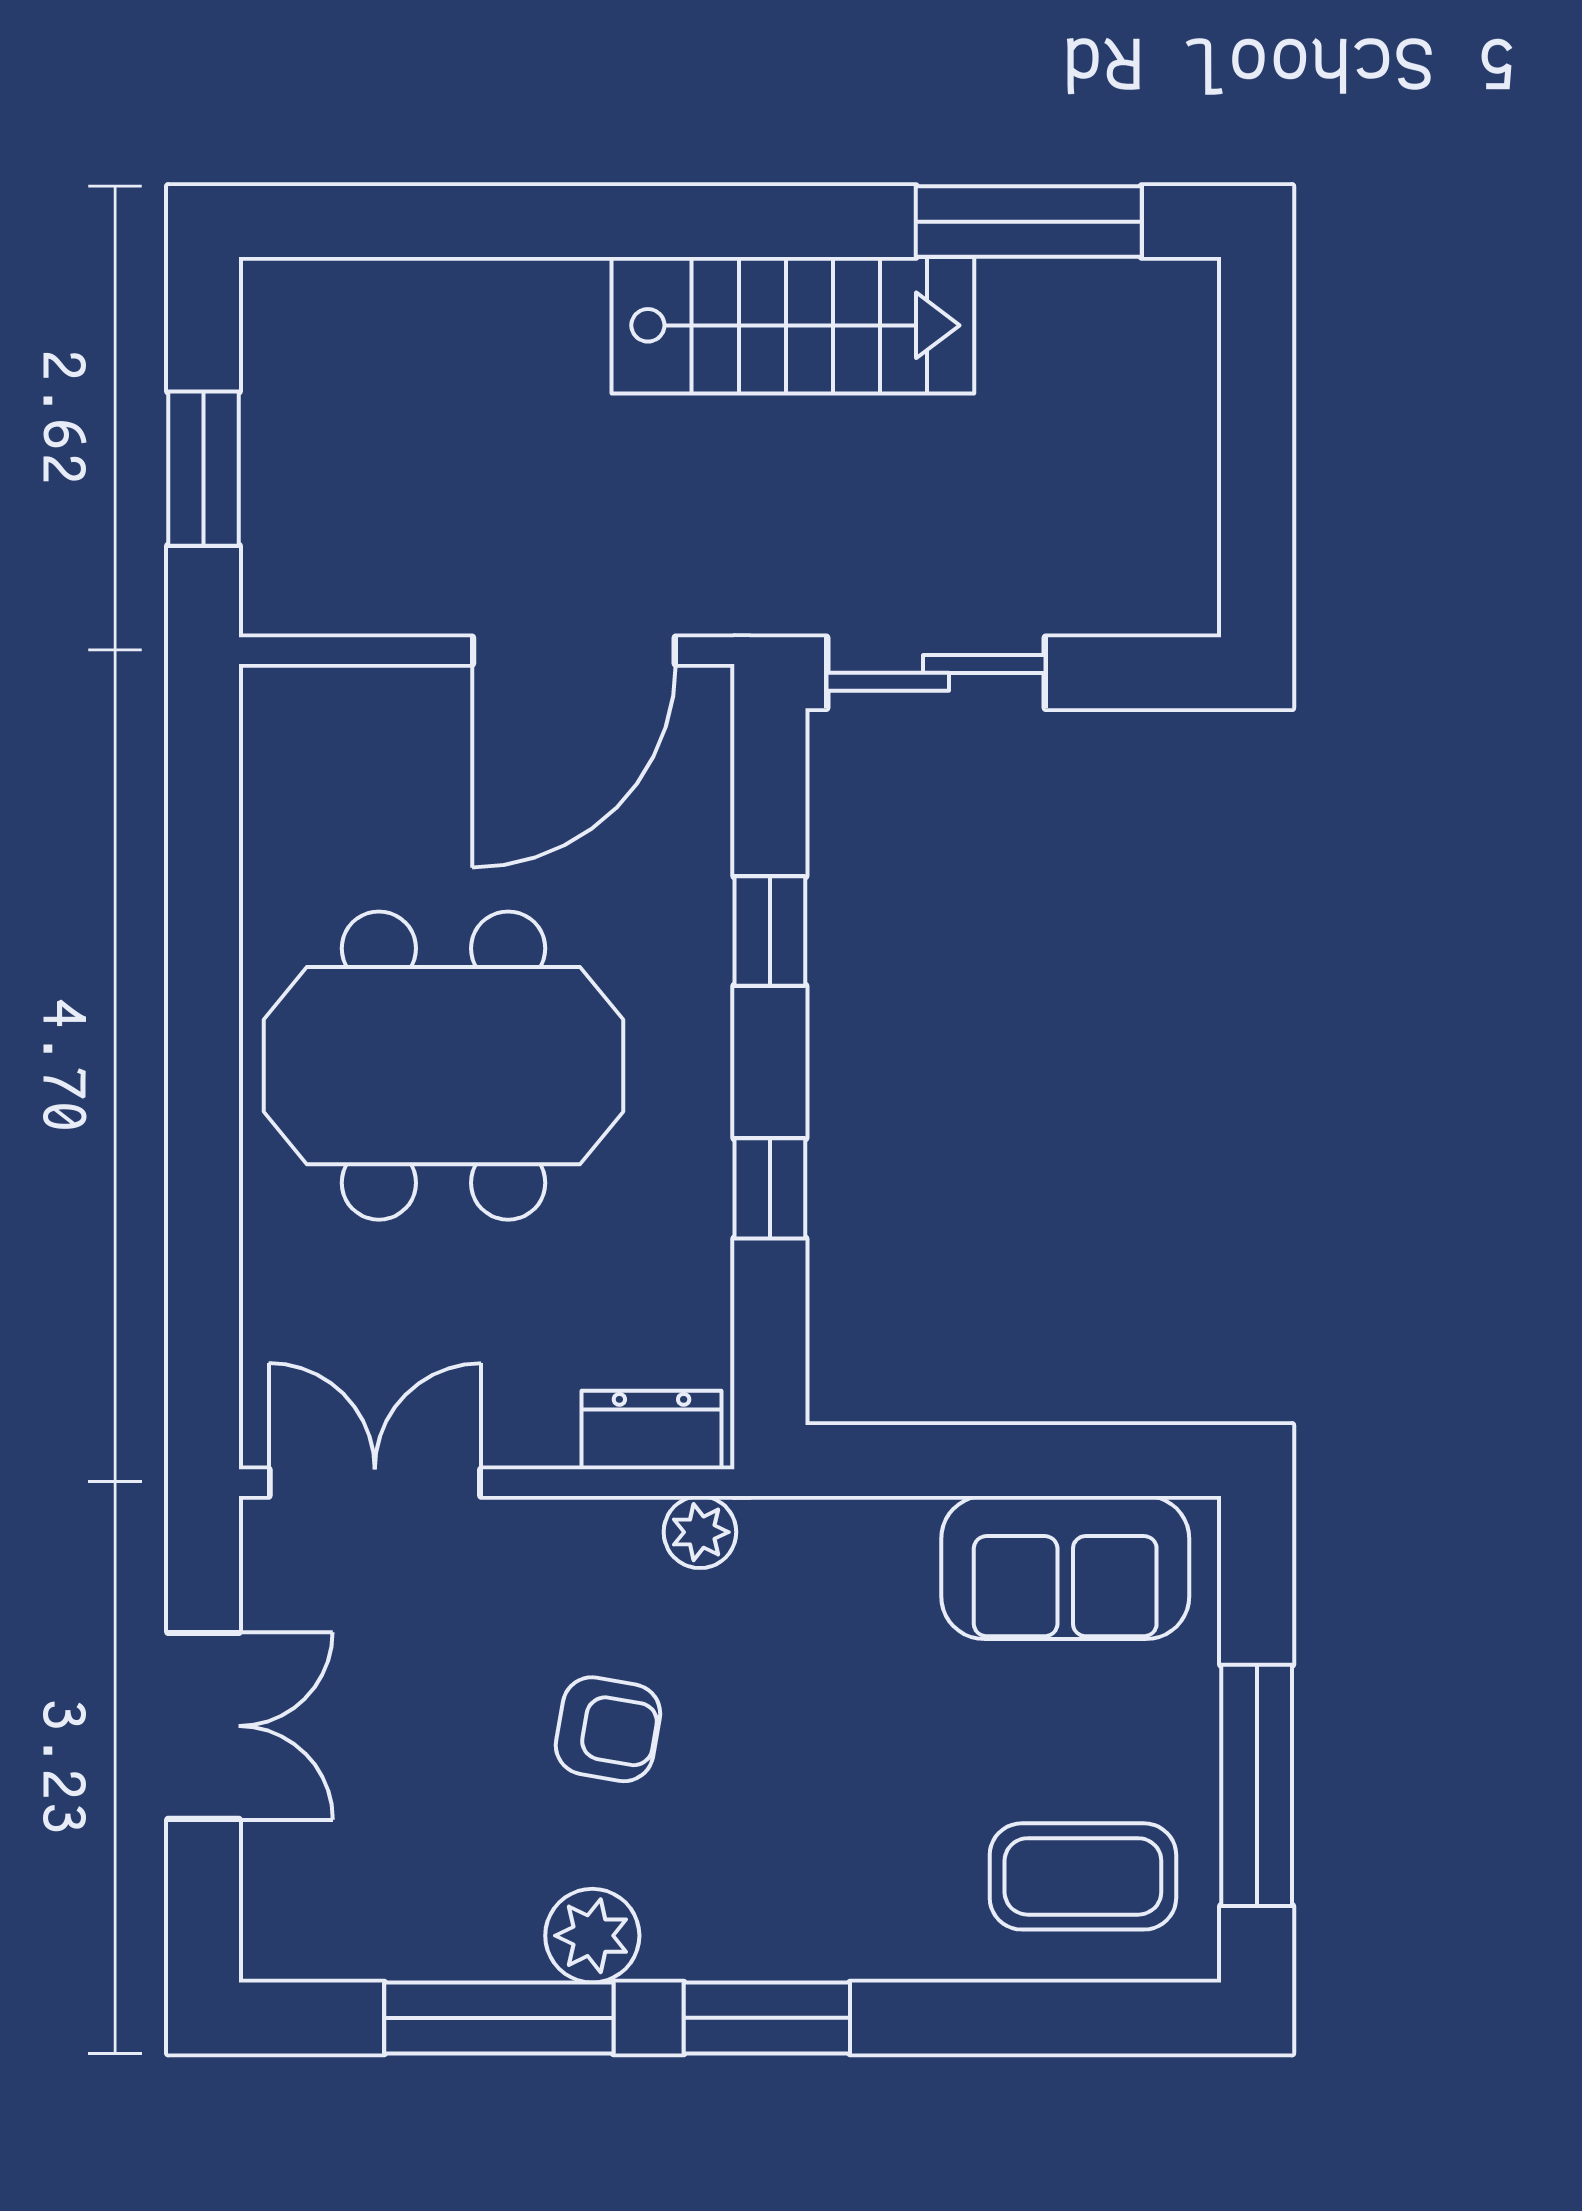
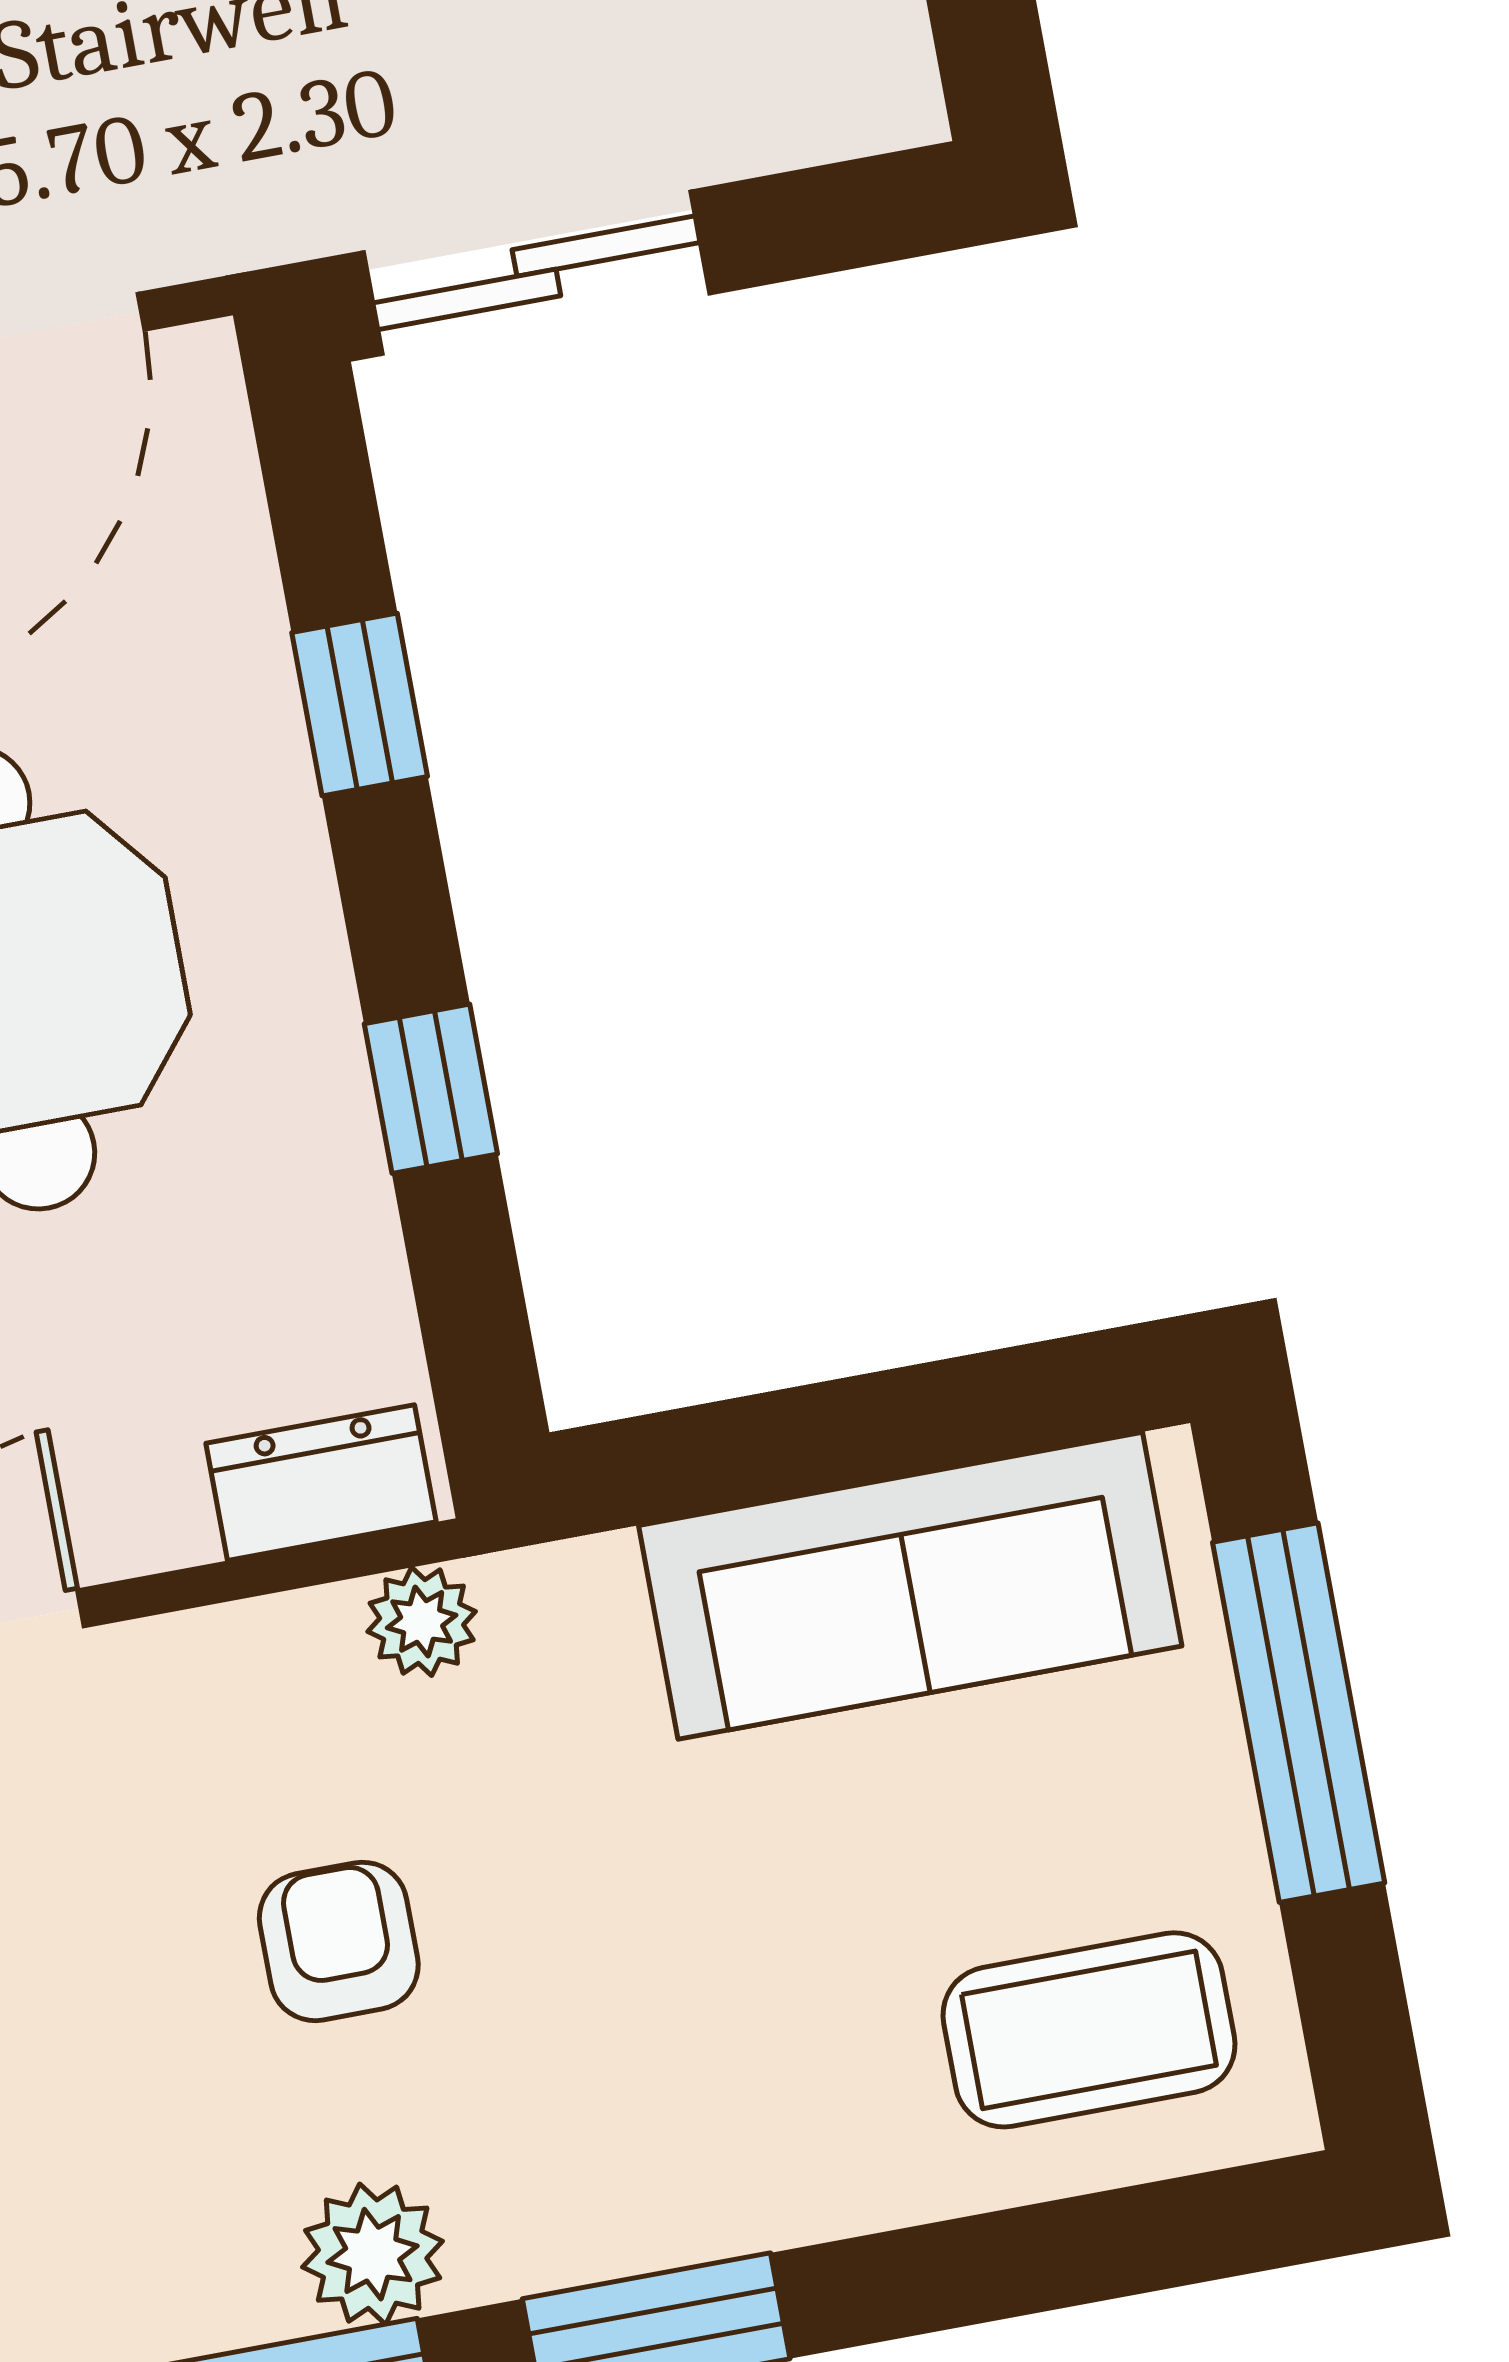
sofa: (1065, 1568) -> (910, 1586), width x1.36
armchair: (608, 1729) -> (339, 1941), turned -100
window: (1257, 1785) -> (1299, 1713), moved

